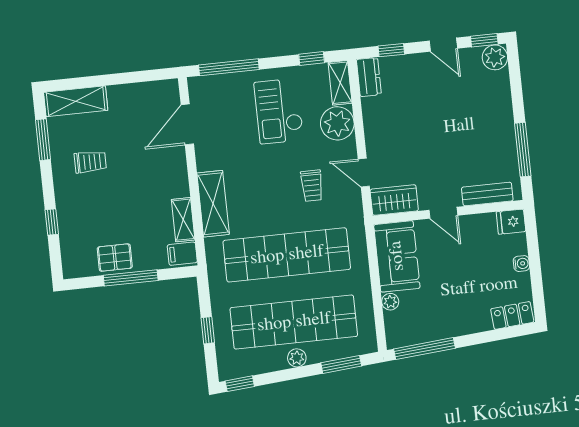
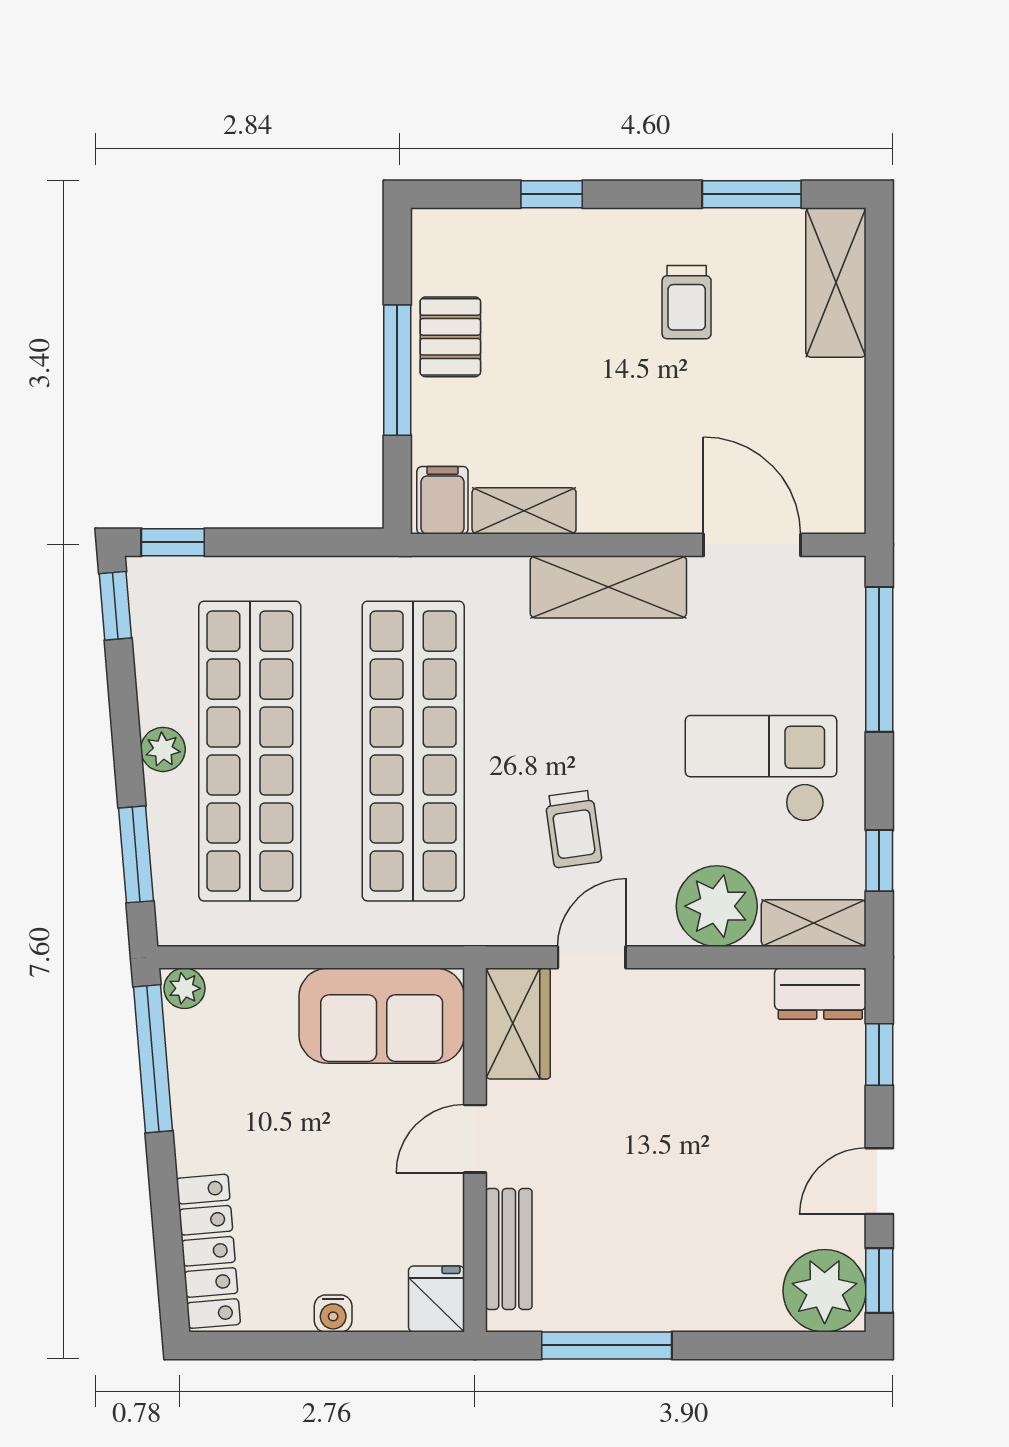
plant: (495, 57) -> (825, 1291), width x1.36, depth x1.36
trolley: (312, 186) -> (573, 829), turned -98
shelving: (213, 204) -> (608, 587), moved
plant: (390, 302) -> (184, 988), moved
locker: (512, 315) -> (208, 1251), width x1.53
window: (208, 330) -> (173, 542), moved

